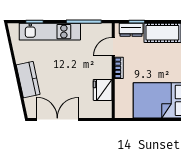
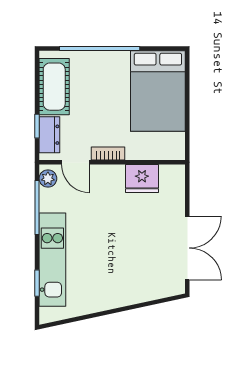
plant: (103, 29) -> (48, 179), added
kitchen counter: (28, 80) -> (126, 293), removed
double door: (57, 119) -> (187, 248), swing flipped

